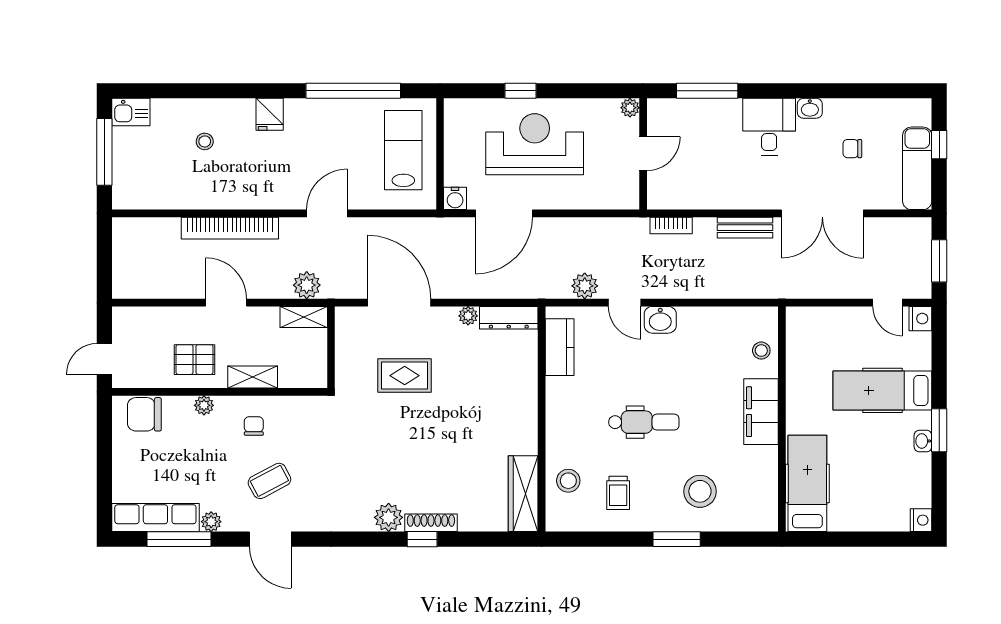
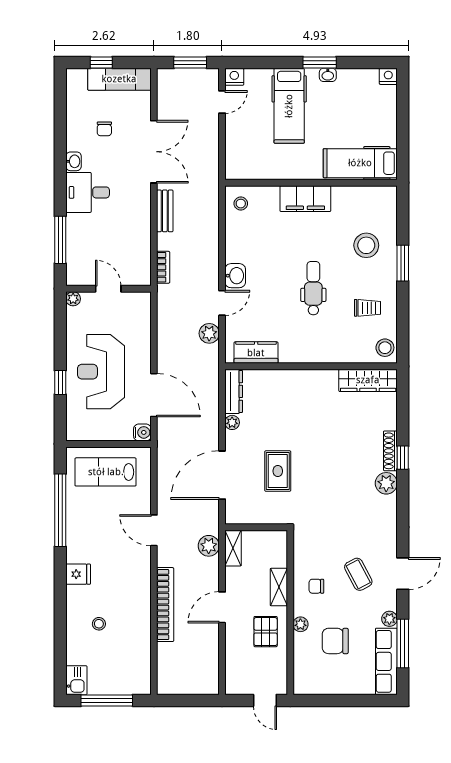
stool: (761, 351) -> (241, 204), moved
chair: (144, 414) -> (335, 641), moved, turned 90
stool: (568, 481) -> (385, 348), moved

